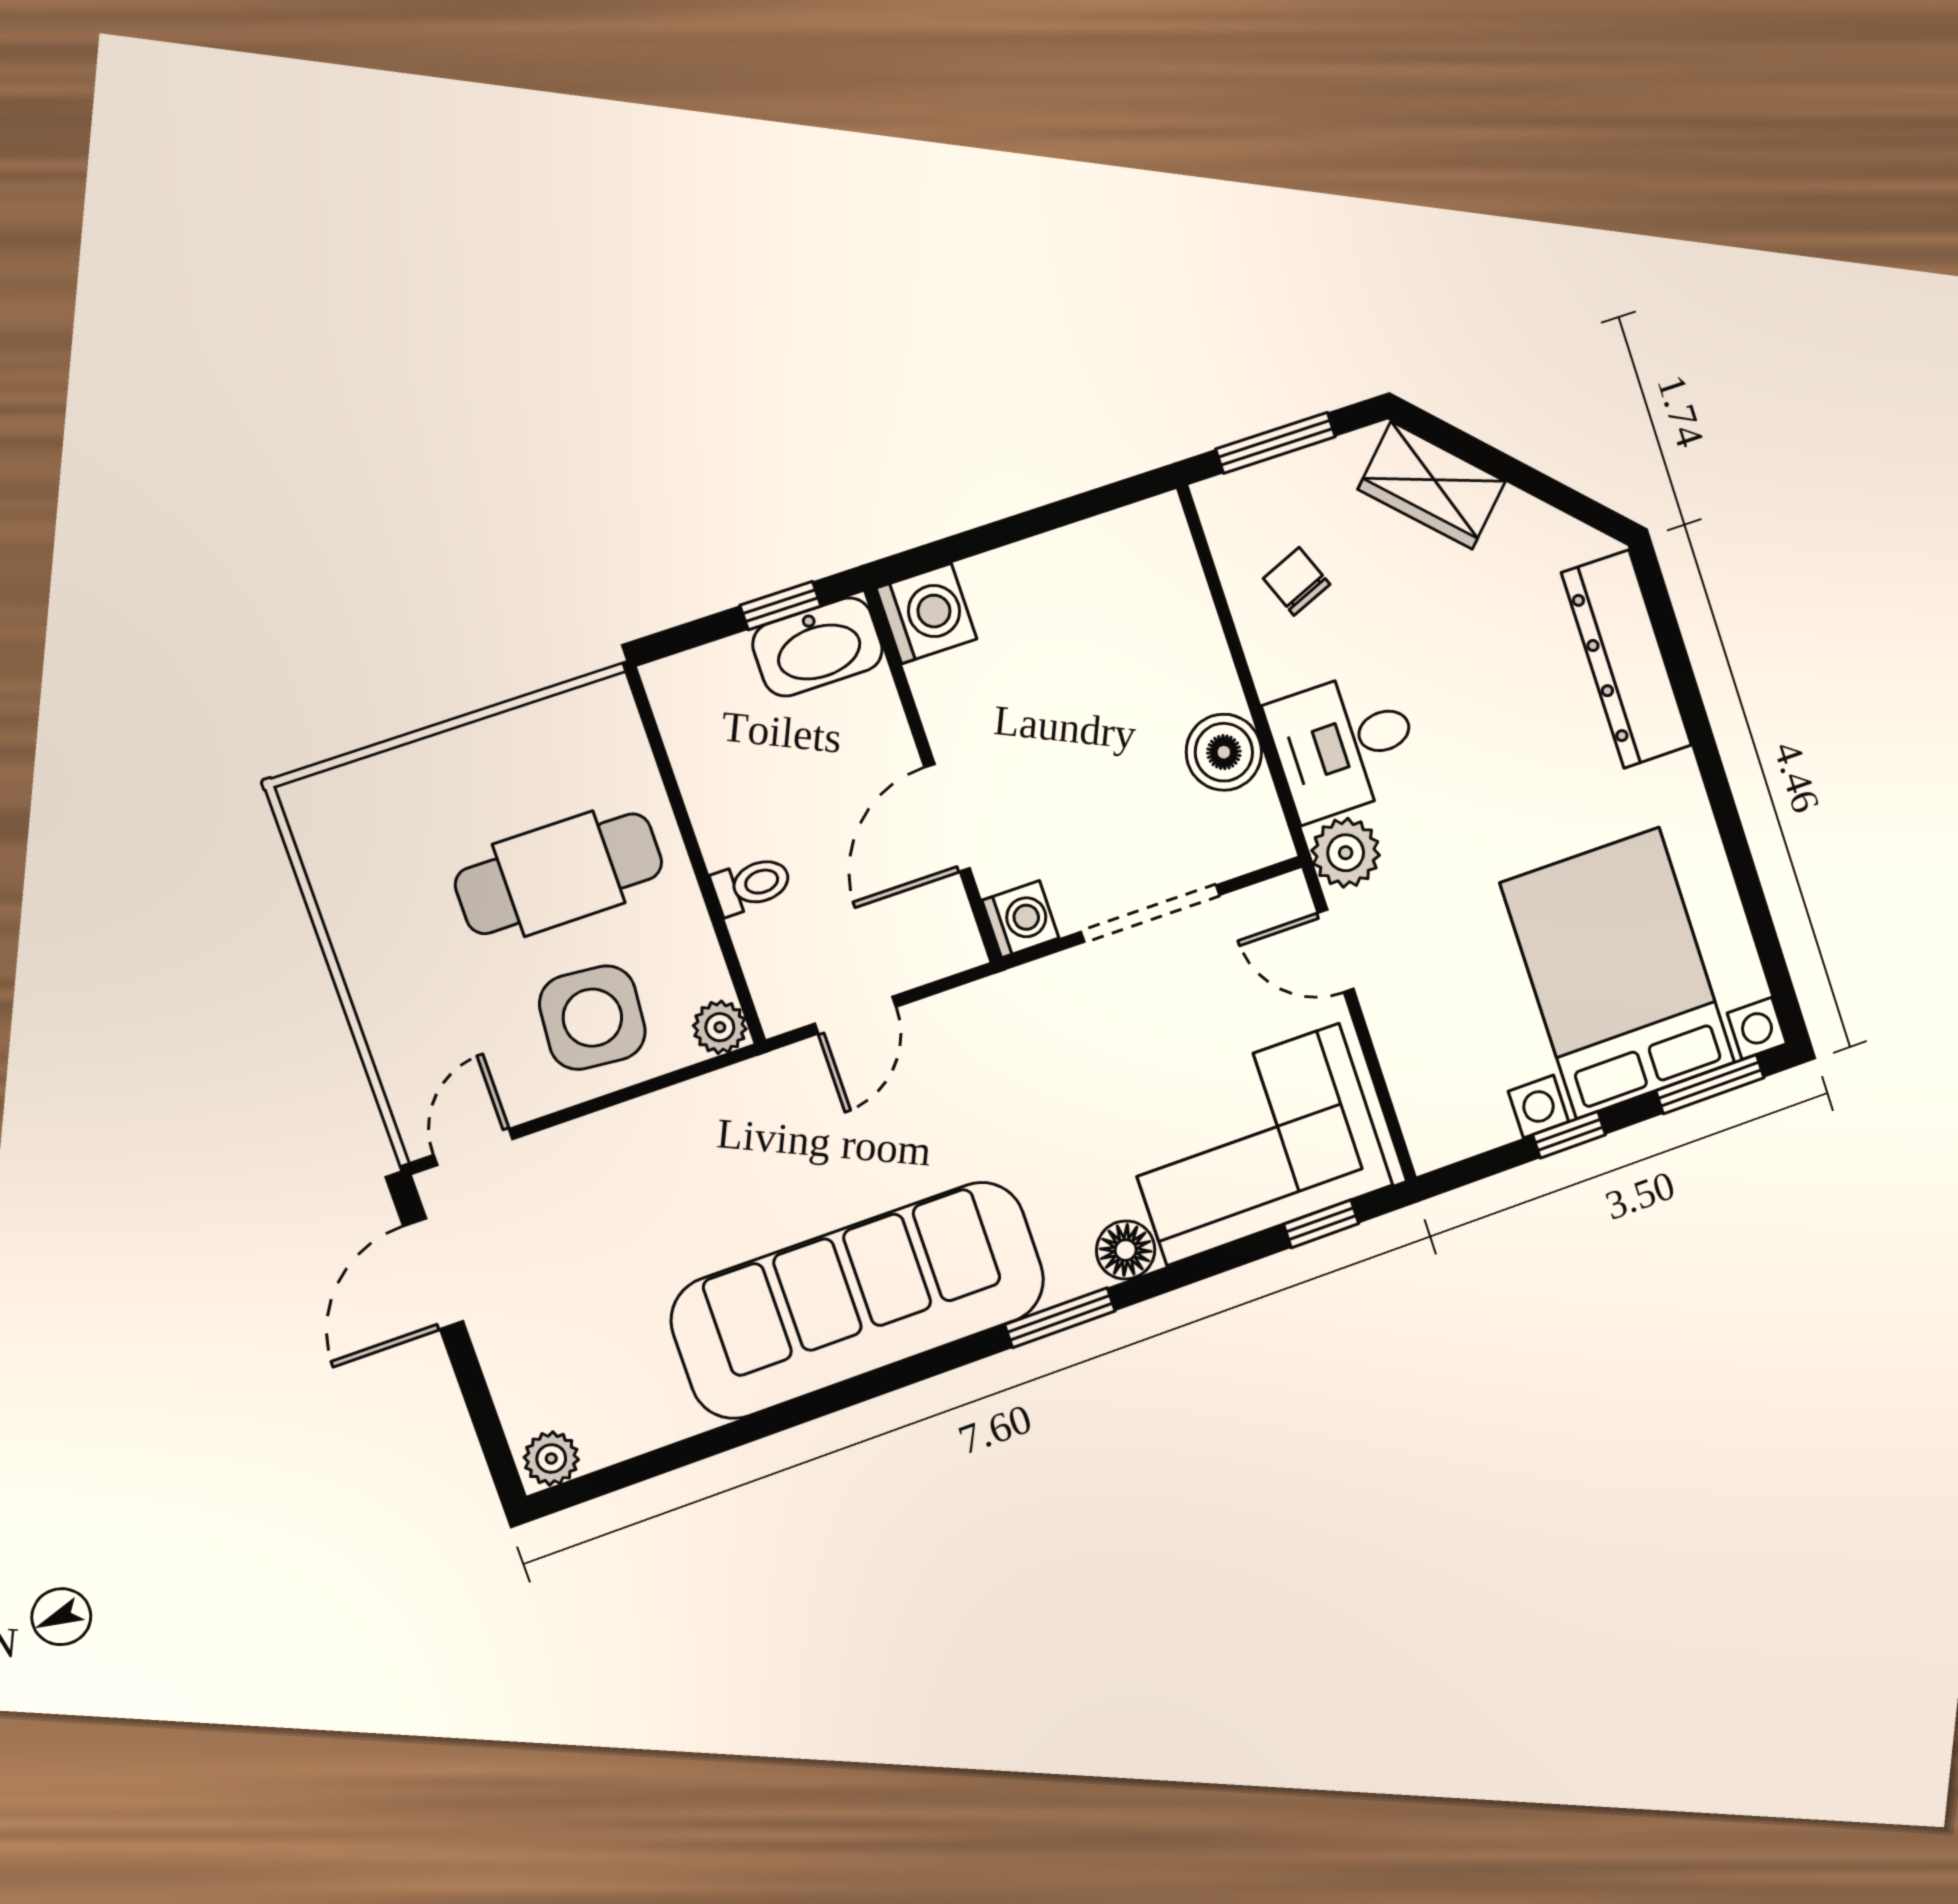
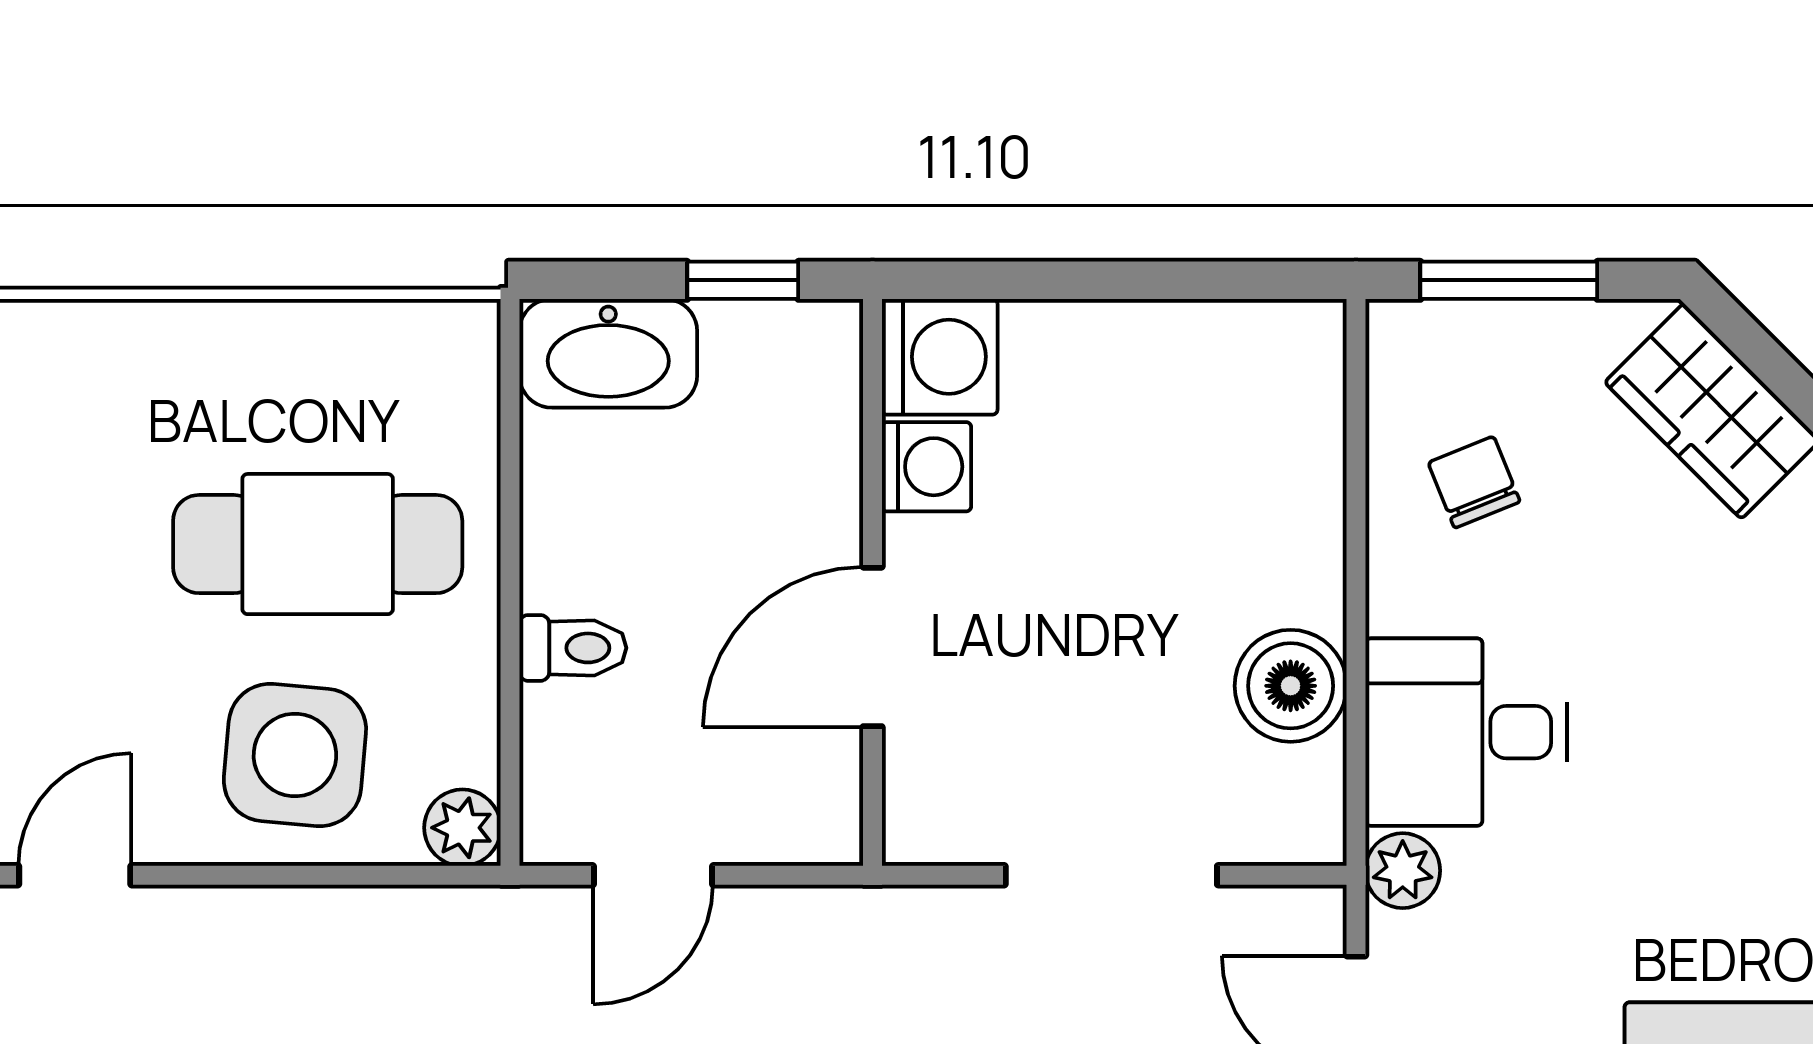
washbasin: (818, 647) -> (608, 353), moved
plant: (1346, 853) -> (1403, 871), width x0.73, depth x0.73
washing machine: (1021, 919) -> (927, 467), moved

